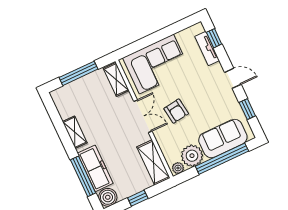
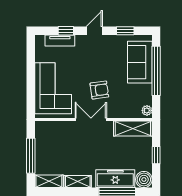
window: (214, 38) -> (66, 31), moved
shelving: (116, 79) -> (49, 181), moved
plant: (192, 156) -> (142, 94), removed

